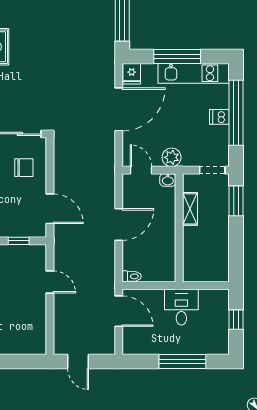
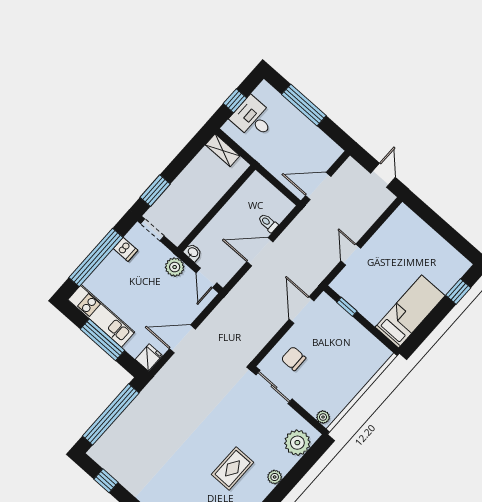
door: (119, 109) -> (182, 339), width x0.73
dishwasher: (219, 117) -> (126, 249), moved
shelving: (190, 209) -> (223, 150), moved, turned 90
toilet: (132, 276) -> (268, 223), moved
desk: (181, 307) -> (253, 118), moved, turned 90
door: (119, 311) -> (318, 186), hinge flipped

